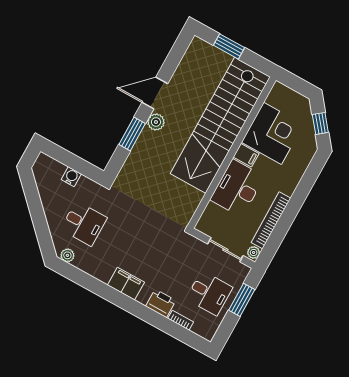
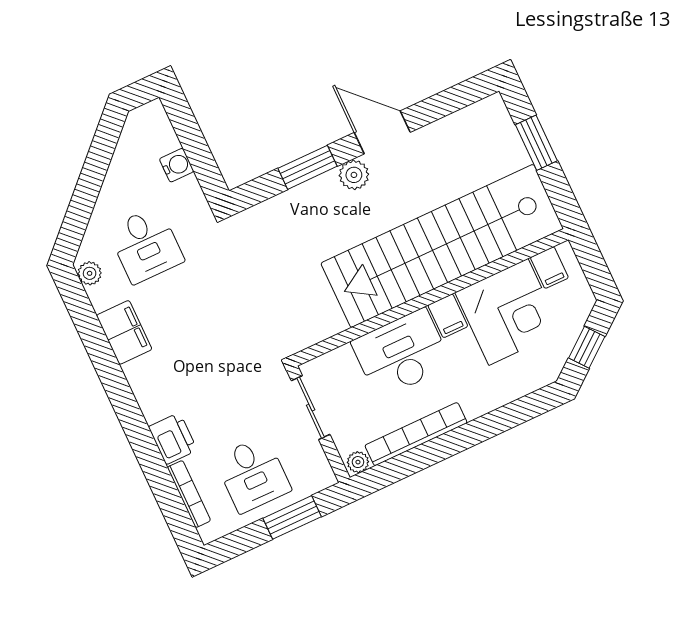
filing cabinet: (277, 99) -> (549, 268), added
sliding door: (225, 250) -> (311, 408), moved
filing cabinet: (126, 284) -> (124, 332), moved
bookcase: (181, 320) -> (189, 494), width x1.56

